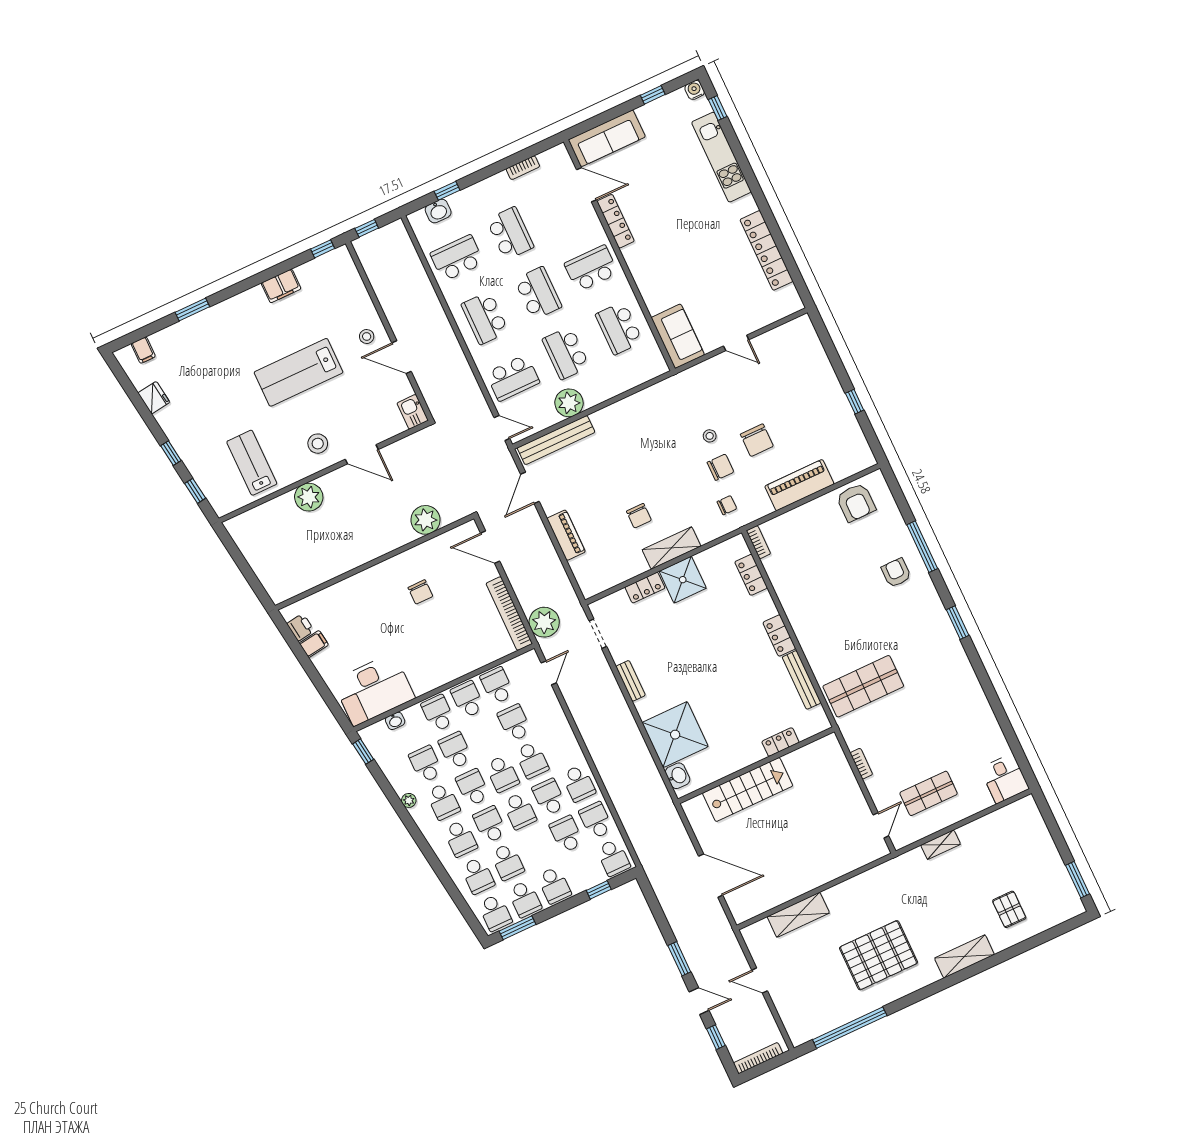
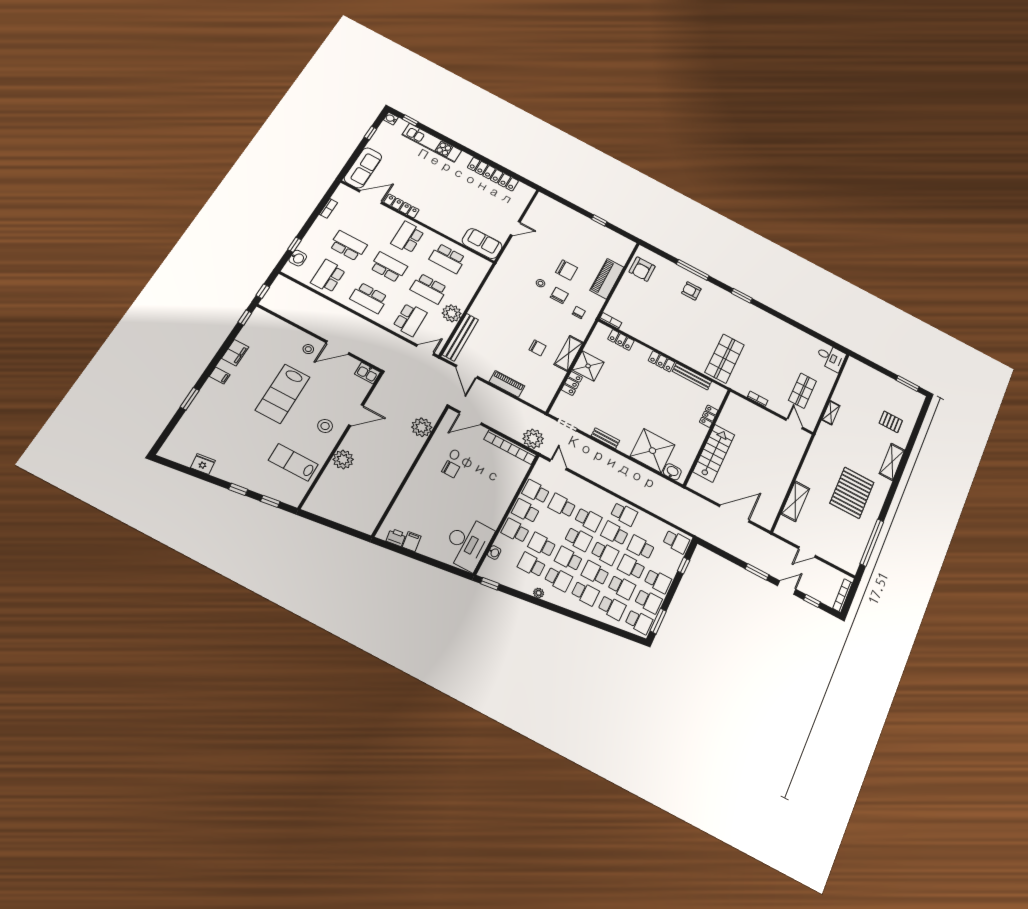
filing cabinet: (143, 350) -> (220, 376), moved
armchair: (856, 502) -> (642, 269), turned 90
school desk: (596, 820) -> (631, 567), moved

